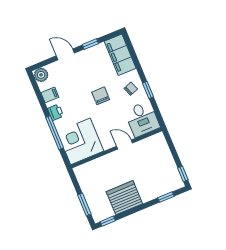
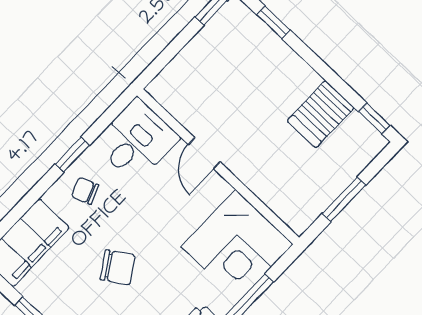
chair: (101, 96) -> (118, 267), moved, turned -123
server rack: (124, 198) -> (321, 114), width x0.62
window: (84, 204) -> (344, 199), moved

